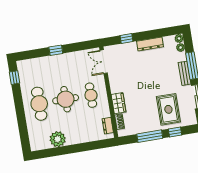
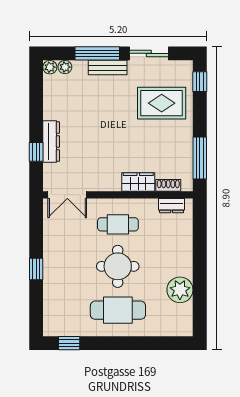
dresser: (150, 44) -> (51, 141), moved
window: (175, 132) -> (200, 82), moved
window: (150, 136) -> (200, 158), moved

